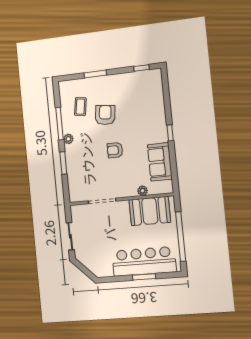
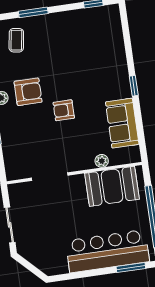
coffee table: (80, 107) -> (16, 40), moved
armchair: (105, 115) -> (28, 92), moved, turned 83
window: (144, 277) -> (131, 267), moved

